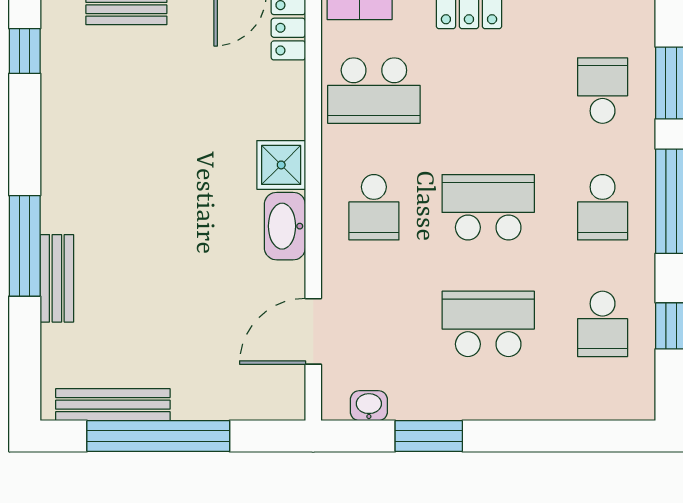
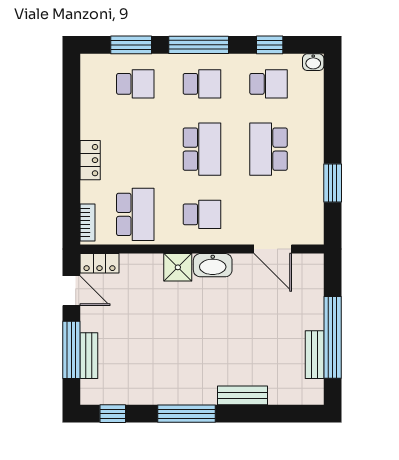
school desk: (603, 91) -> (135, 84), turned 180
school desk: (488, 207) -> (202, 149), turned 180
window: (25, 246) -> (186, 414), moved
bench: (113, 405) -> (315, 355), width x0.73
washbasin: (369, 406) -> (313, 62), moved, turned -90

